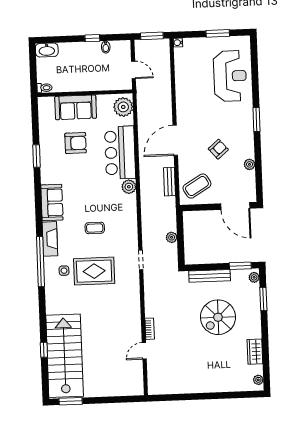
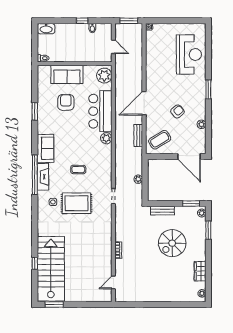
window: (218, 33) -> (180, 21), removed
armchair: (76, 143) -> (66, 102), turned -90
window: (40, 261) -> (35, 175), moved
bench: (210, 276) -> (162, 211), width x0.73
door: (144, 351) -> (113, 282), moved

